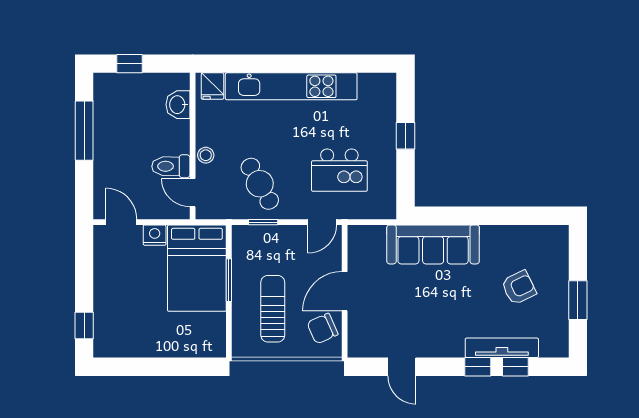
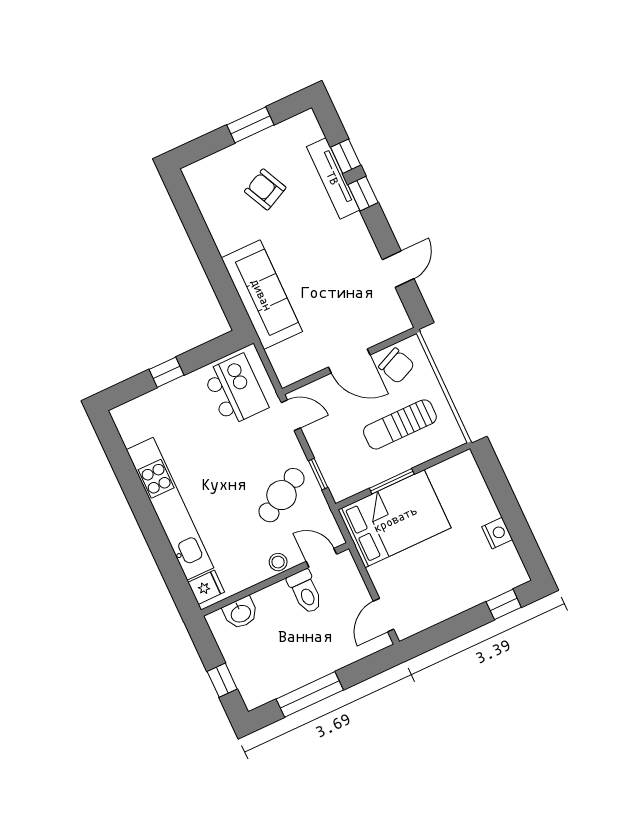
kitchen island: (339, 170) -> (235, 390), moved
door: (193, 193) -> (321, 558), swing flipped
nightstand: (155, 235) -> (497, 533), moved, turned 180

